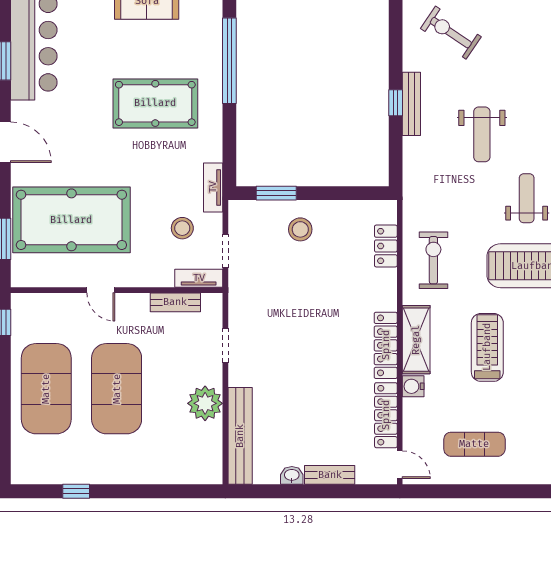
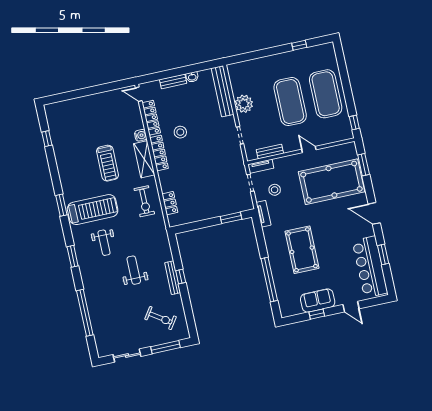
pool table: (155, 103) -> (302, 250), turned 90
stool: (300, 229) -> (180, 132), moved
exercise mat: (474, 444) -> (103, 113), removed

